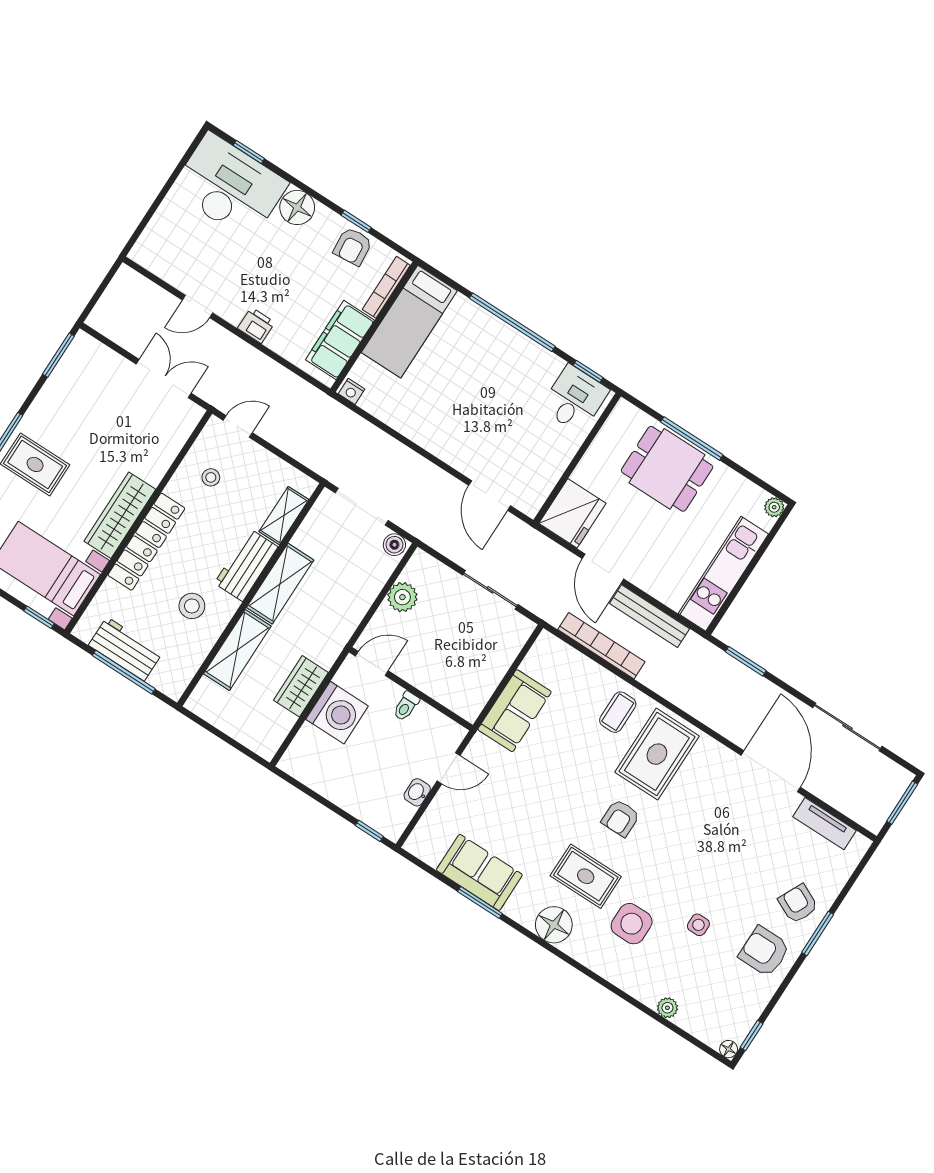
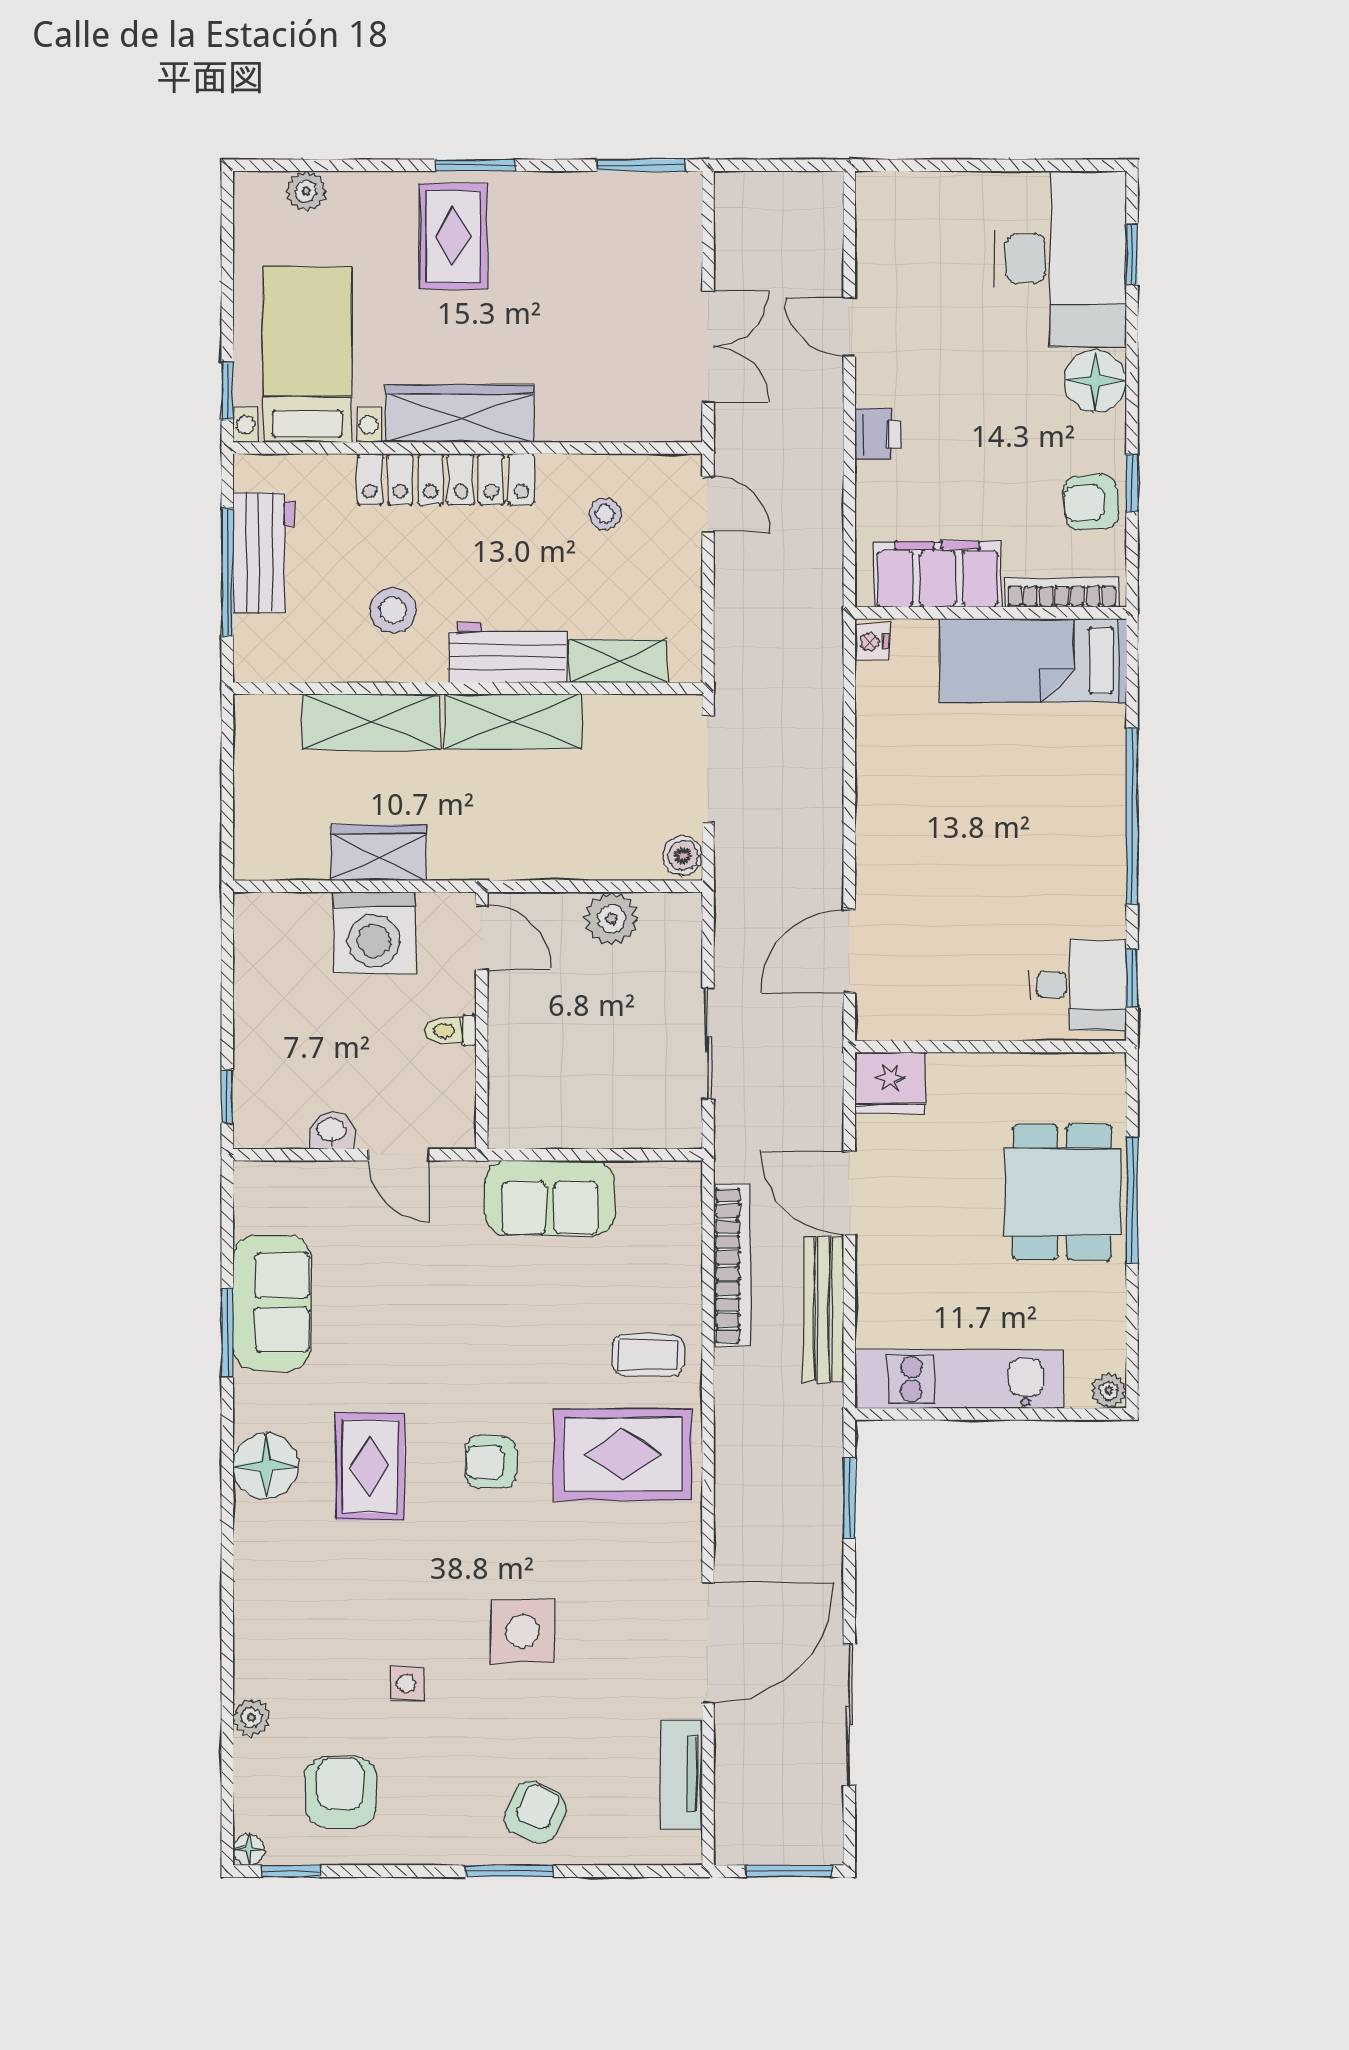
fridge: (572, 513) -> (890, 1083), width x0.73, depth x0.75
door: (603, 569) -> (849, 1193), hinge flipped
side table: (632, 924) -> (522, 1631), moved
armchair: (764, 951) -> (341, 1792), moved

